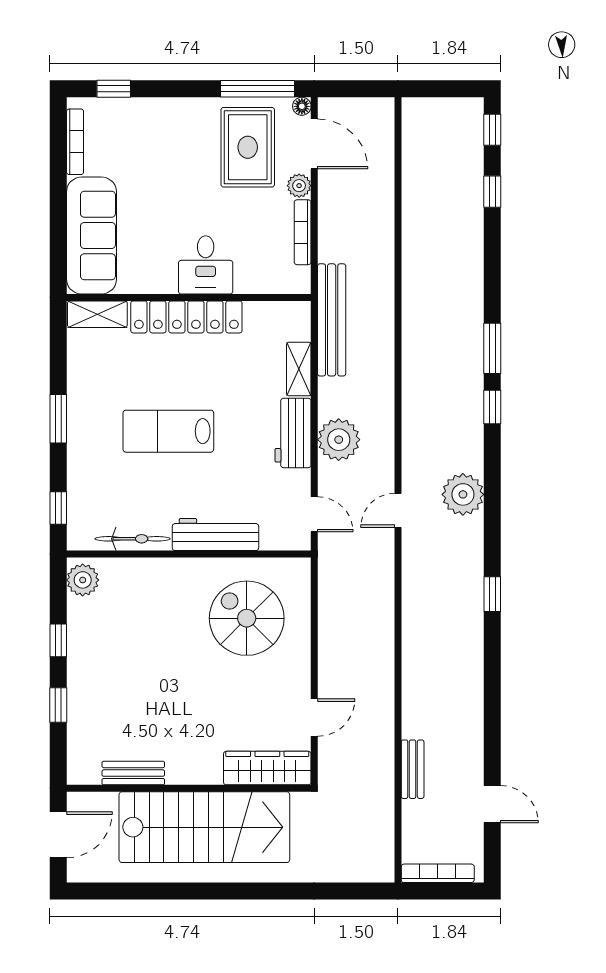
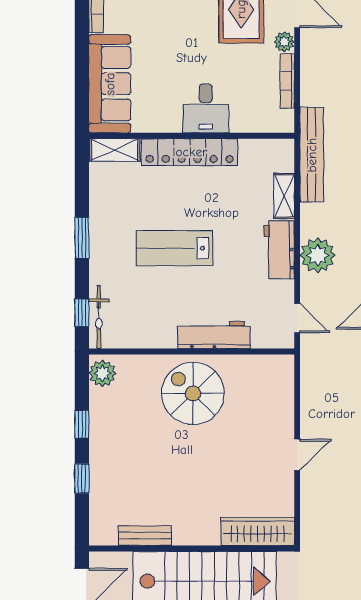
bicycle: (133, 539) -> (99, 317), moved, turned 90
spiral stairs: (247, 618) -> (193, 393), moved
door: (314, 718) -> (297, 455), moved

